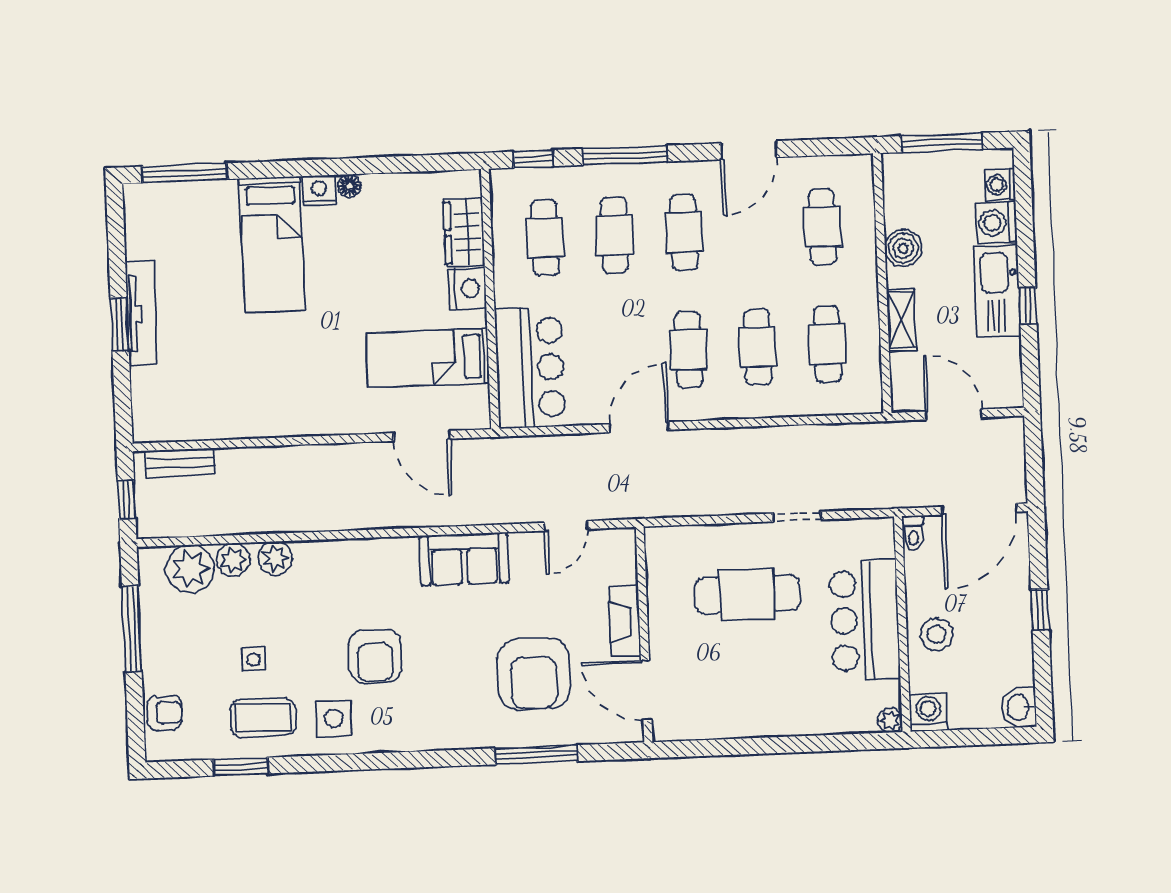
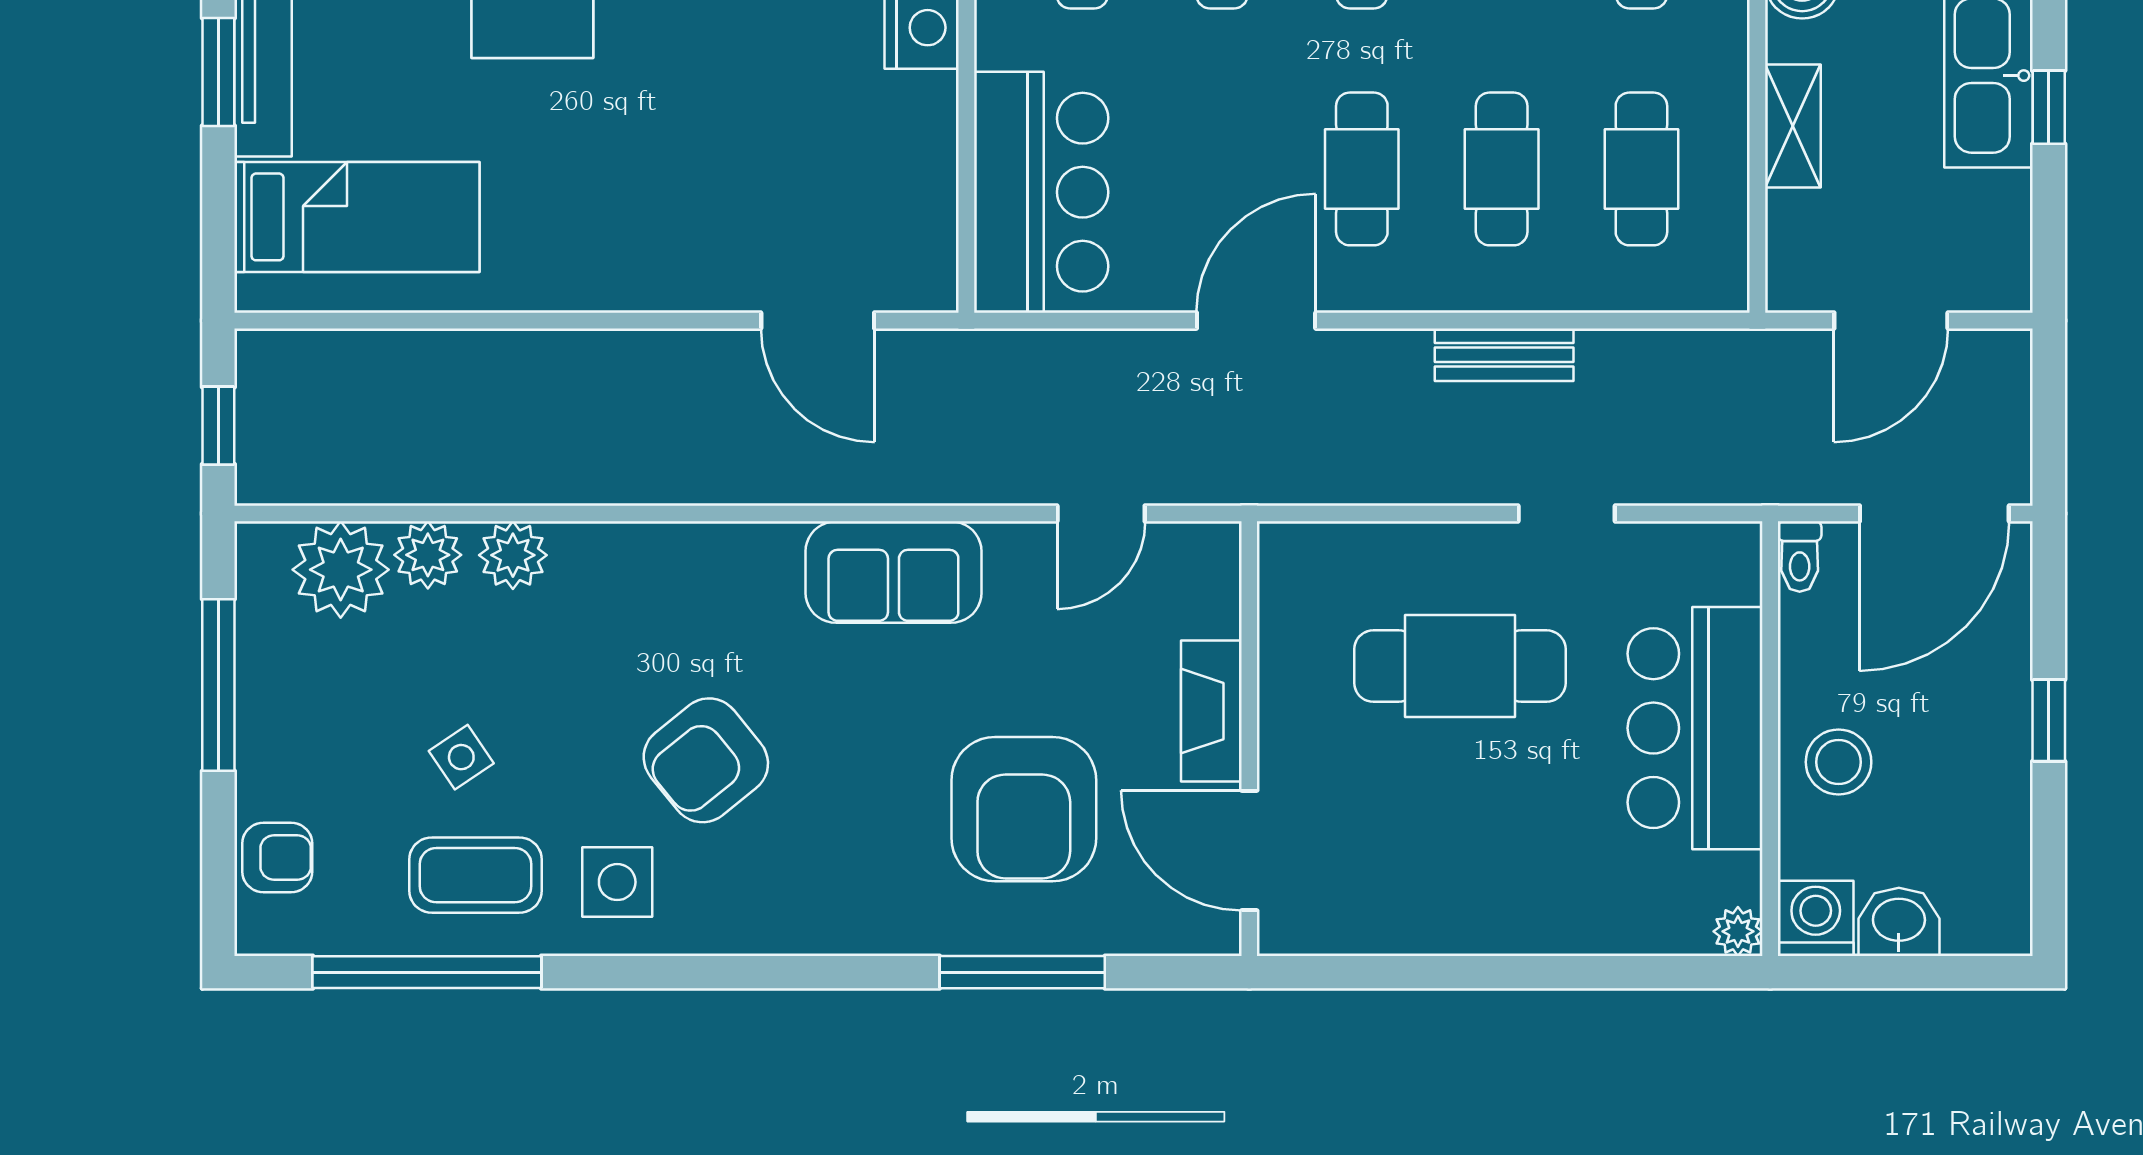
bed: (428, 358) -> (357, 217), moved, turned 180
door: (954, 414) -> (1891, 321), swing flipped
bench: (180, 462) -> (1504, 355), moved
armchair: (375, 656) -> (706, 760), turned 51
side table: (254, 659) -> (461, 757), turned -34
washbasin: (1019, 707) -> (1899, 922), moved, turned 90
window: (241, 767) -> (427, 972), width x2.11

